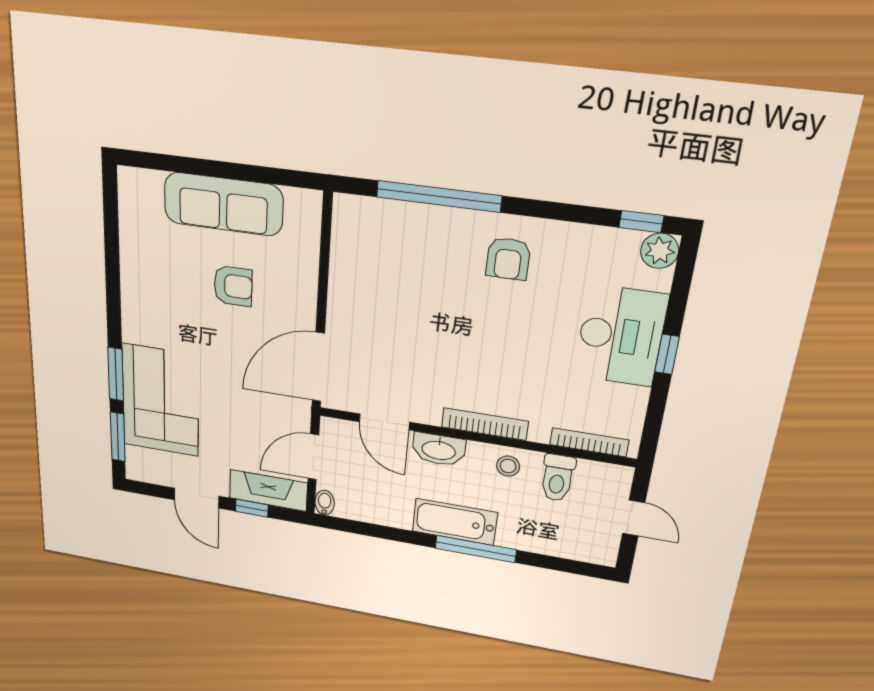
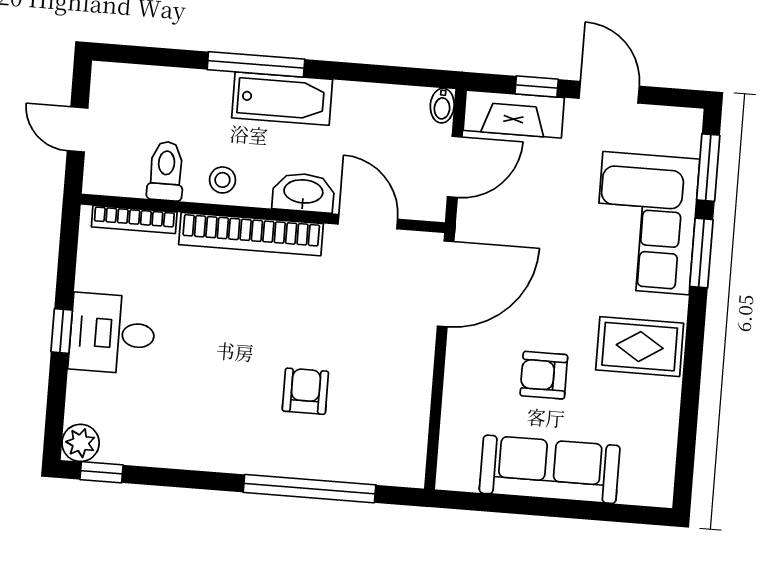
armchair: (508, 259) -> (305, 391), moved
rug: (157, 304) -> (640, 347), added
desk: (621, 336) -> (112, 334), width x0.73
bookcase: (485, 424) -> (251, 234), width x1.48, depth x1.31

